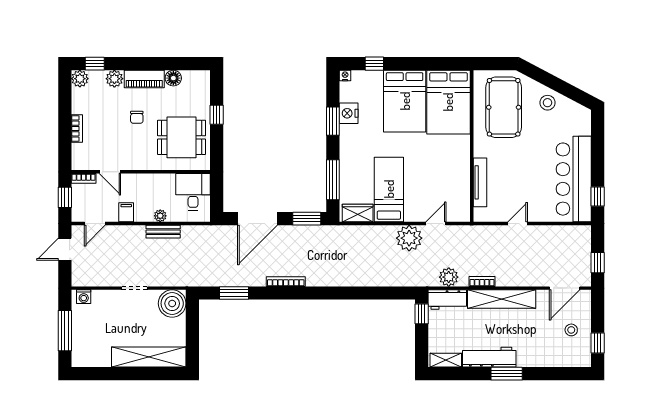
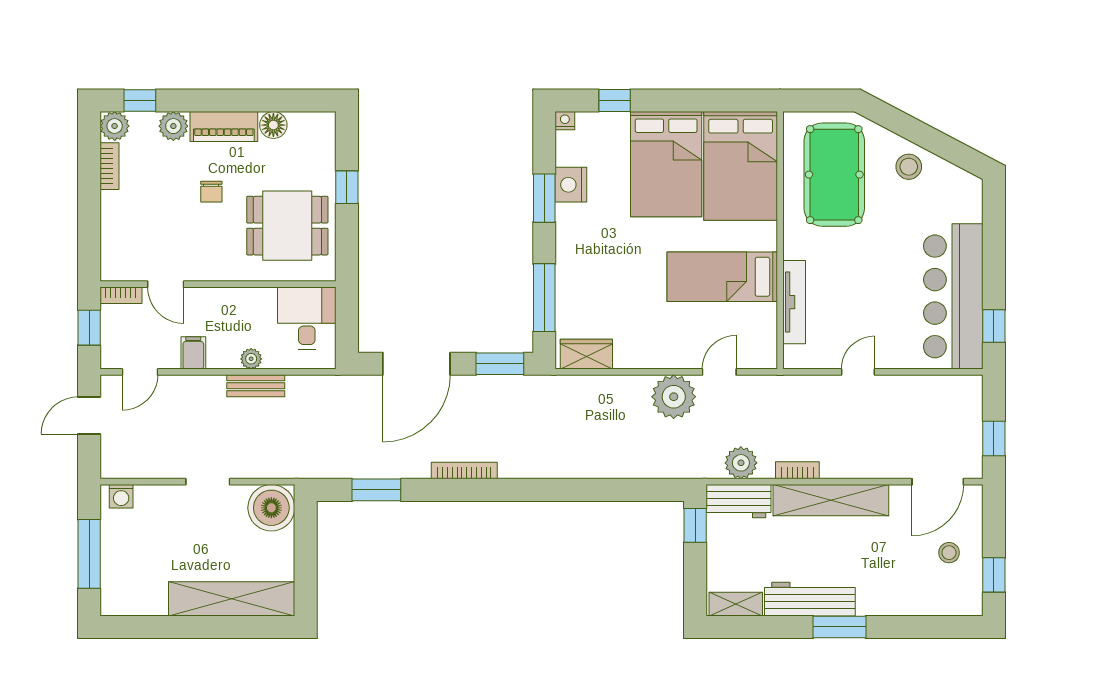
bookcase: (77, 129) -> (109, 166), moved
bed: (389, 189) -> (722, 277), moved, turned -90

